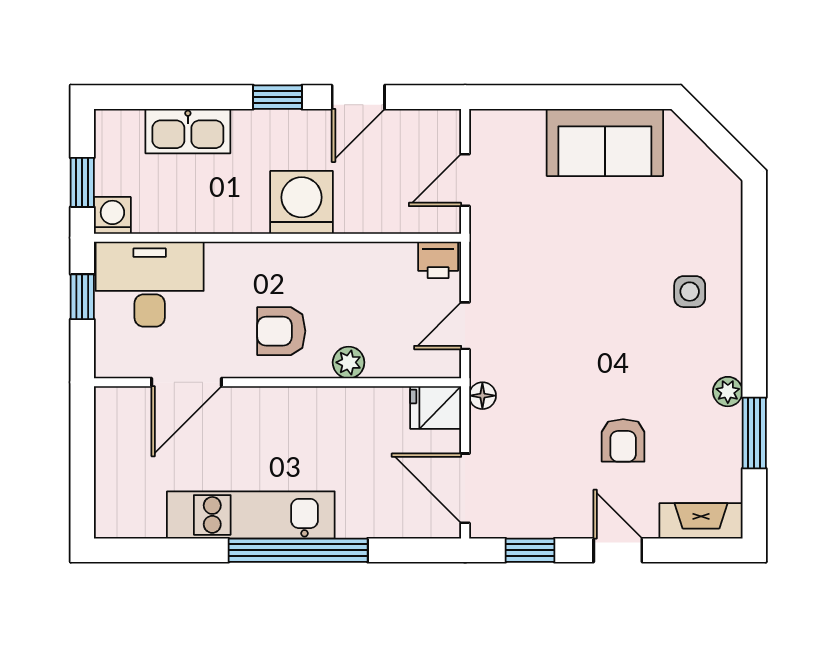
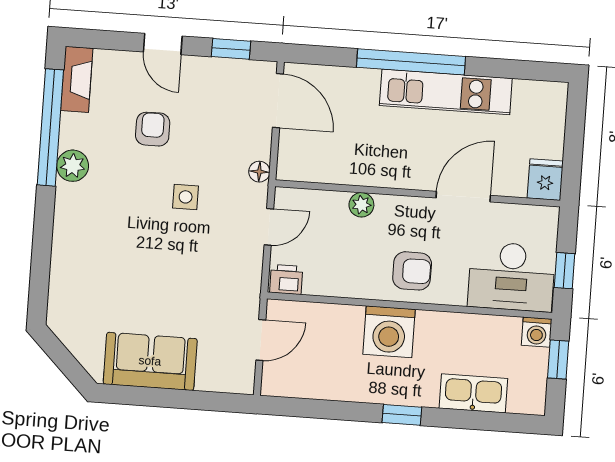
door: (358, 97) -> (339, 410), removed
side table: (690, 292) -> (186, 197), moved
armchair: (281, 331) -> (412, 271), moved
door: (186, 382) -> (463, 197), moved
plant: (728, 392) -> (73, 166), width x1.38, depth x1.38
fridge: (436, 408) -> (545, 180), moved, turned -90
window: (754, 433) -> (50, 127), width x2.11
fireplace: (701, 521) -> (77, 79), moved, turned -90

